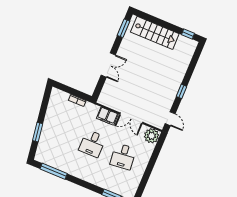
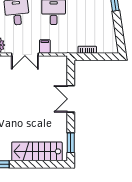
filing cabinet: (107, 116) -> (45, 46), width x0.50
double door: (131, 118) -> (25, 54), swing flipped

